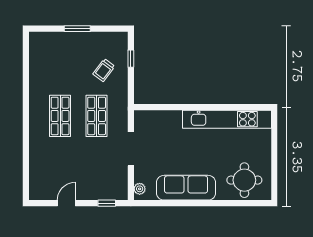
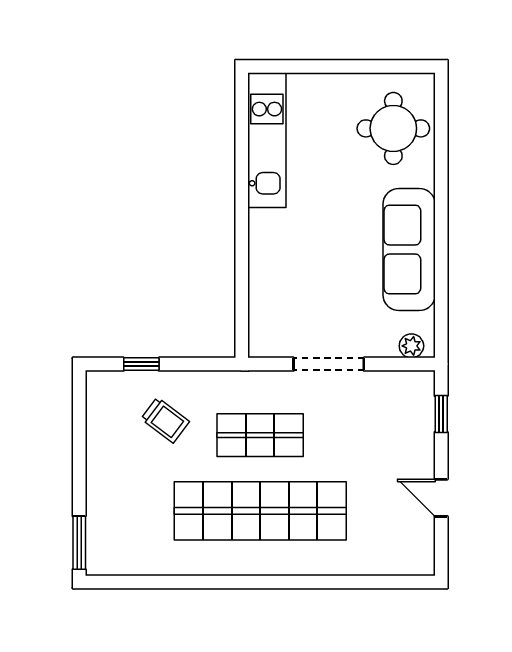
window: (77, 29) -> (79, 543), moved
shop shelf: (60, 116) -> (260, 511), width x2.00, depth x1.36
kitchen unit: (227, 119) -> (267, 140), width x0.73

